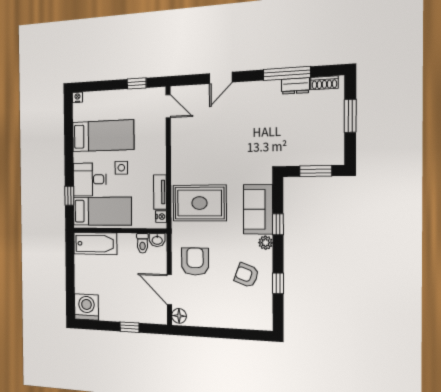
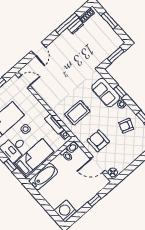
rug: (199, 203) -> (77, 113), width x0.73, depth x0.70

